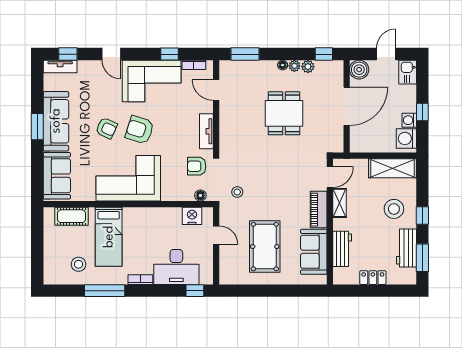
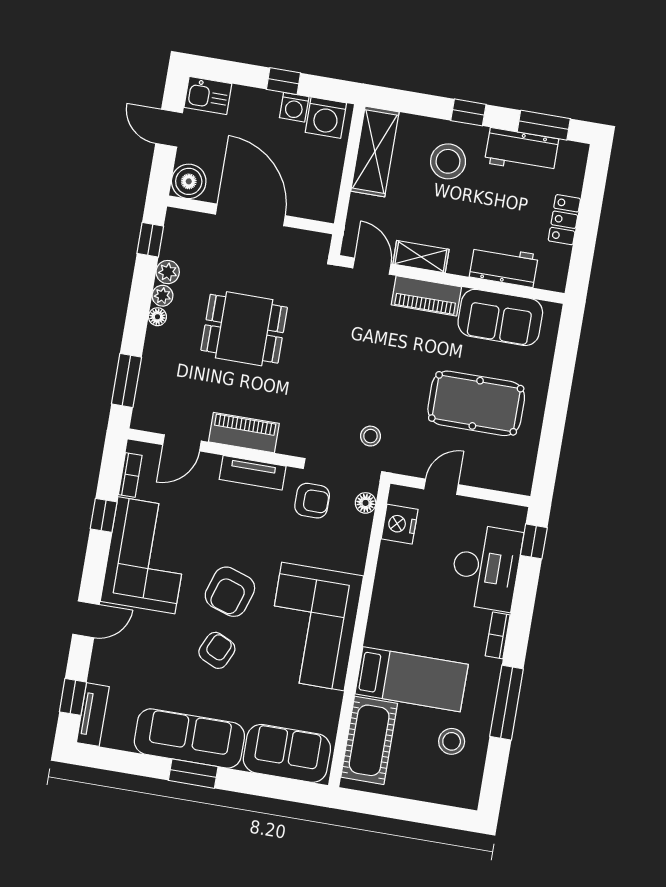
piano: (227, 123) -> (244, 433), added
armchair: (197, 166) -> (312, 501), turned -90
cot: (72, 216) -> (369, 740), width x1.37, depth x1.34

